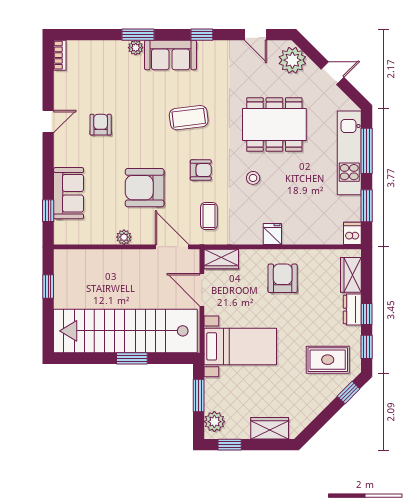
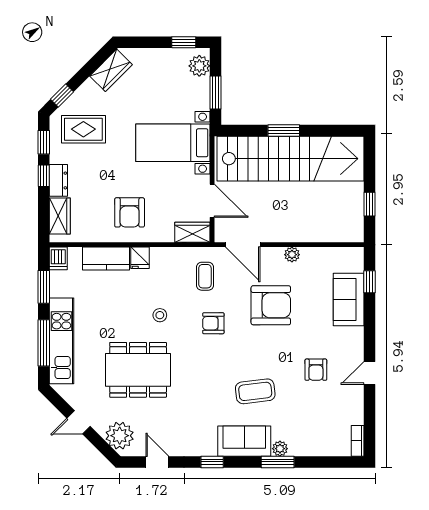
coffee table: (189, 118) -> (255, 391), moved
kitchen counter: (306, 233) -> (106, 259), added
wardrobe: (270, 428) -> (111, 70), moved, turned -45

